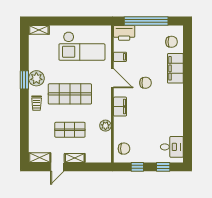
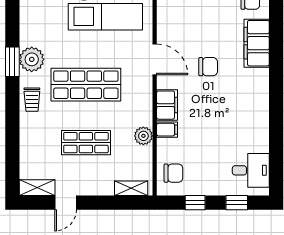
filing cabinet: (120, 57) -> (167, 130), moved
shelving: (75, 158) -> (131, 188), moved

